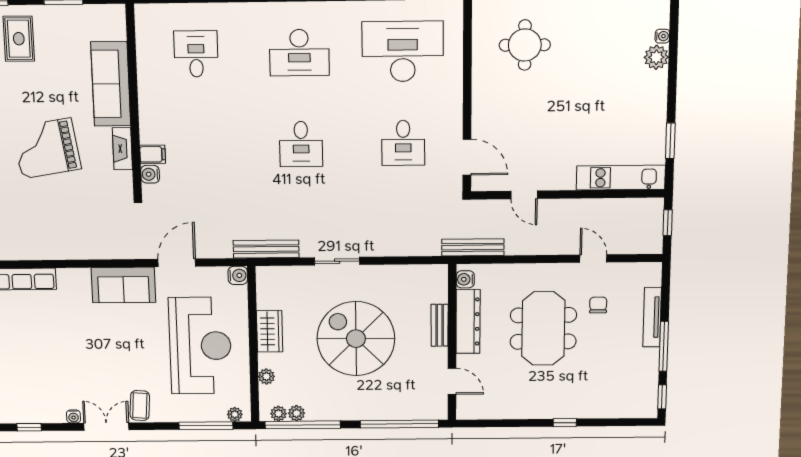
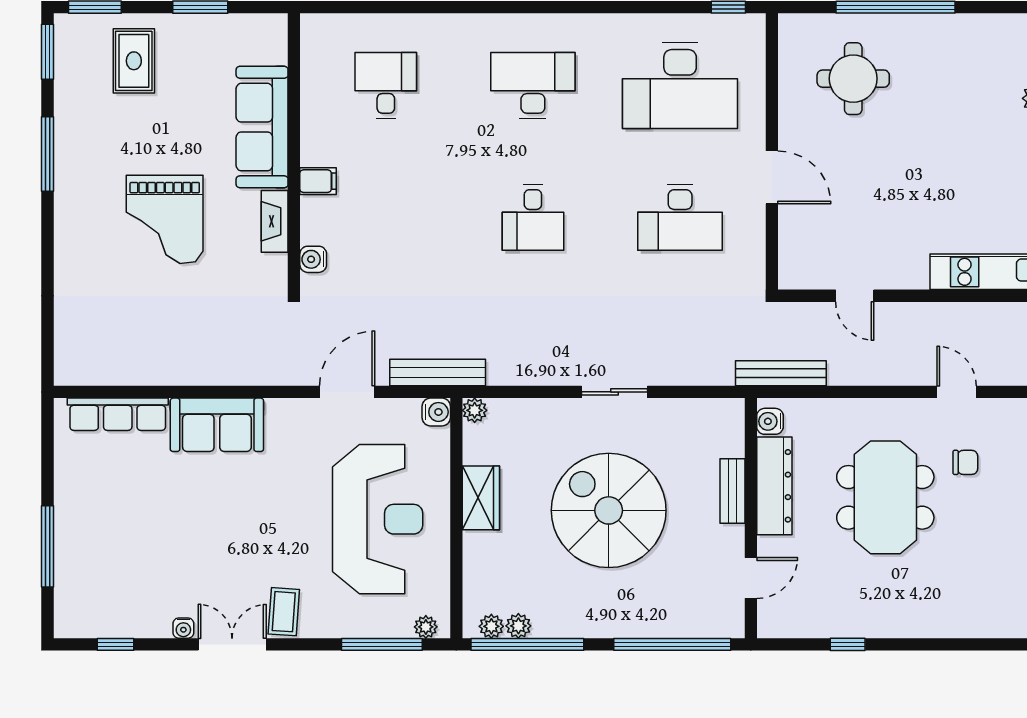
desk: (403, 51) -> (680, 86), turned 180
desk: (299, 53) -> (533, 86), turned 180
desk: (403, 143) -> (680, 217), width x1.37
grand piano: (46, 148) -> (165, 219), turned -81
filing cabinet: (153, 154) -> (318, 181), moved
door: (467, 157) -> (772, 177), moved
bench: (266, 249) -> (438, 373), moved
sliding door: (337, 261) -> (614, 392), moved
sofa: (123, 285) -> (217, 425), moved
chair: (598, 305) -> (965, 462), turned 90
plant: (266, 376) -> (475, 410), moved
door: (452, 381) -> (751, 578), hinge flipped
window: (565, 423) -> (848, 644), moved

